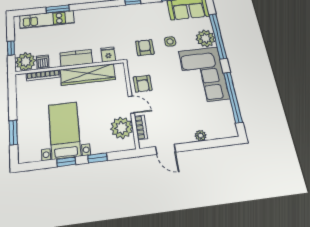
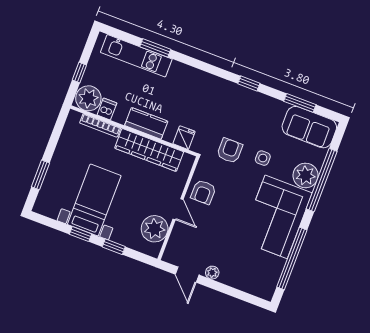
bookcase: (141, 127) -> (175, 239), removed
plant: (201, 136) -> (212, 273), moved

